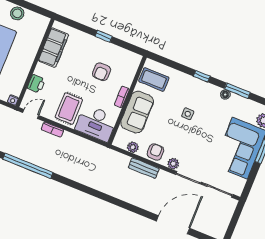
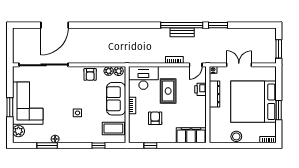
window: (104, 36) -> (150, 146), moved
filing cabinet: (53, 48) -> (191, 135), moved, turned 90
dresser: (22, 72) -> (215, 94), added
window: (202, 76) -> (99, 146), moved
rug: (69, 109) -> (168, 91), moved
plant: (173, 164) -> (119, 71), moved
bench: (144, 168) -> (182, 32), moved

